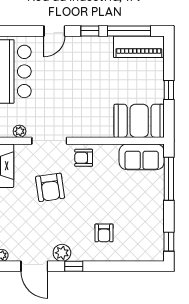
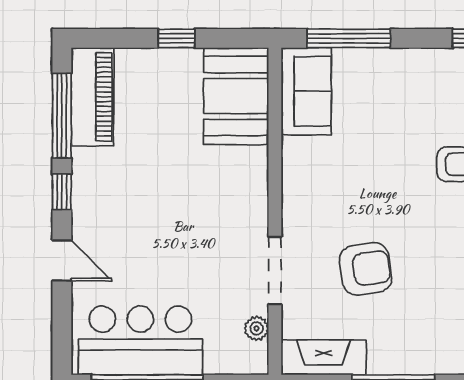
armchair: (84, 158) -> (308, 204), removed

